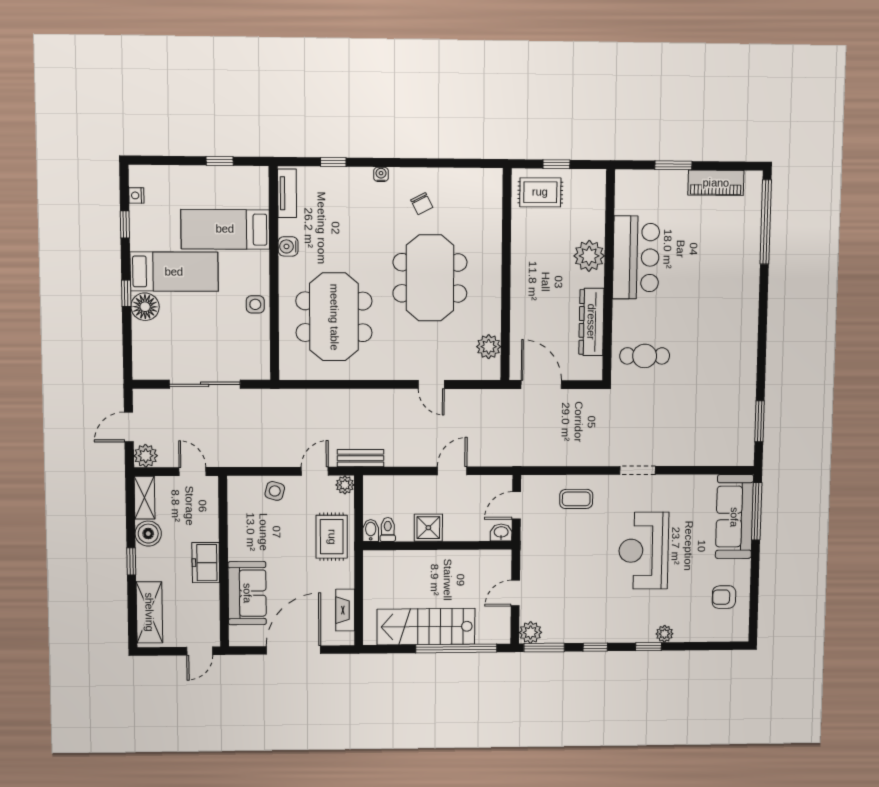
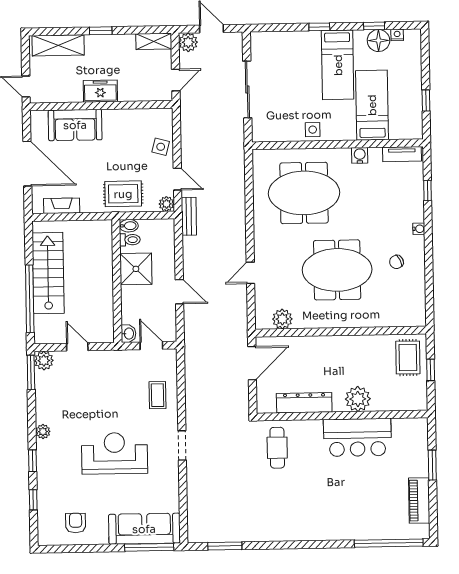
floor lamp: (145, 307) -> (378, 41), moved
shower: (428, 528) -> (136, 269), width x1.36, depth x1.36
boiler: (148, 534) -> (124, 44), removed
plant: (664, 634) -> (43, 432), moved
window: (595, 647) -> (33, 500), moved

